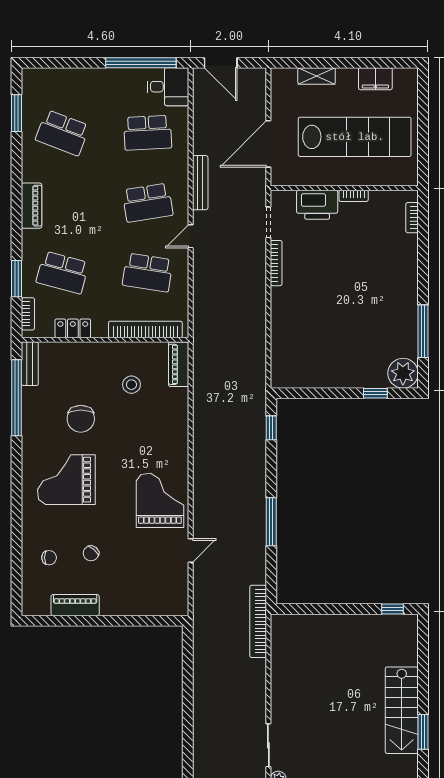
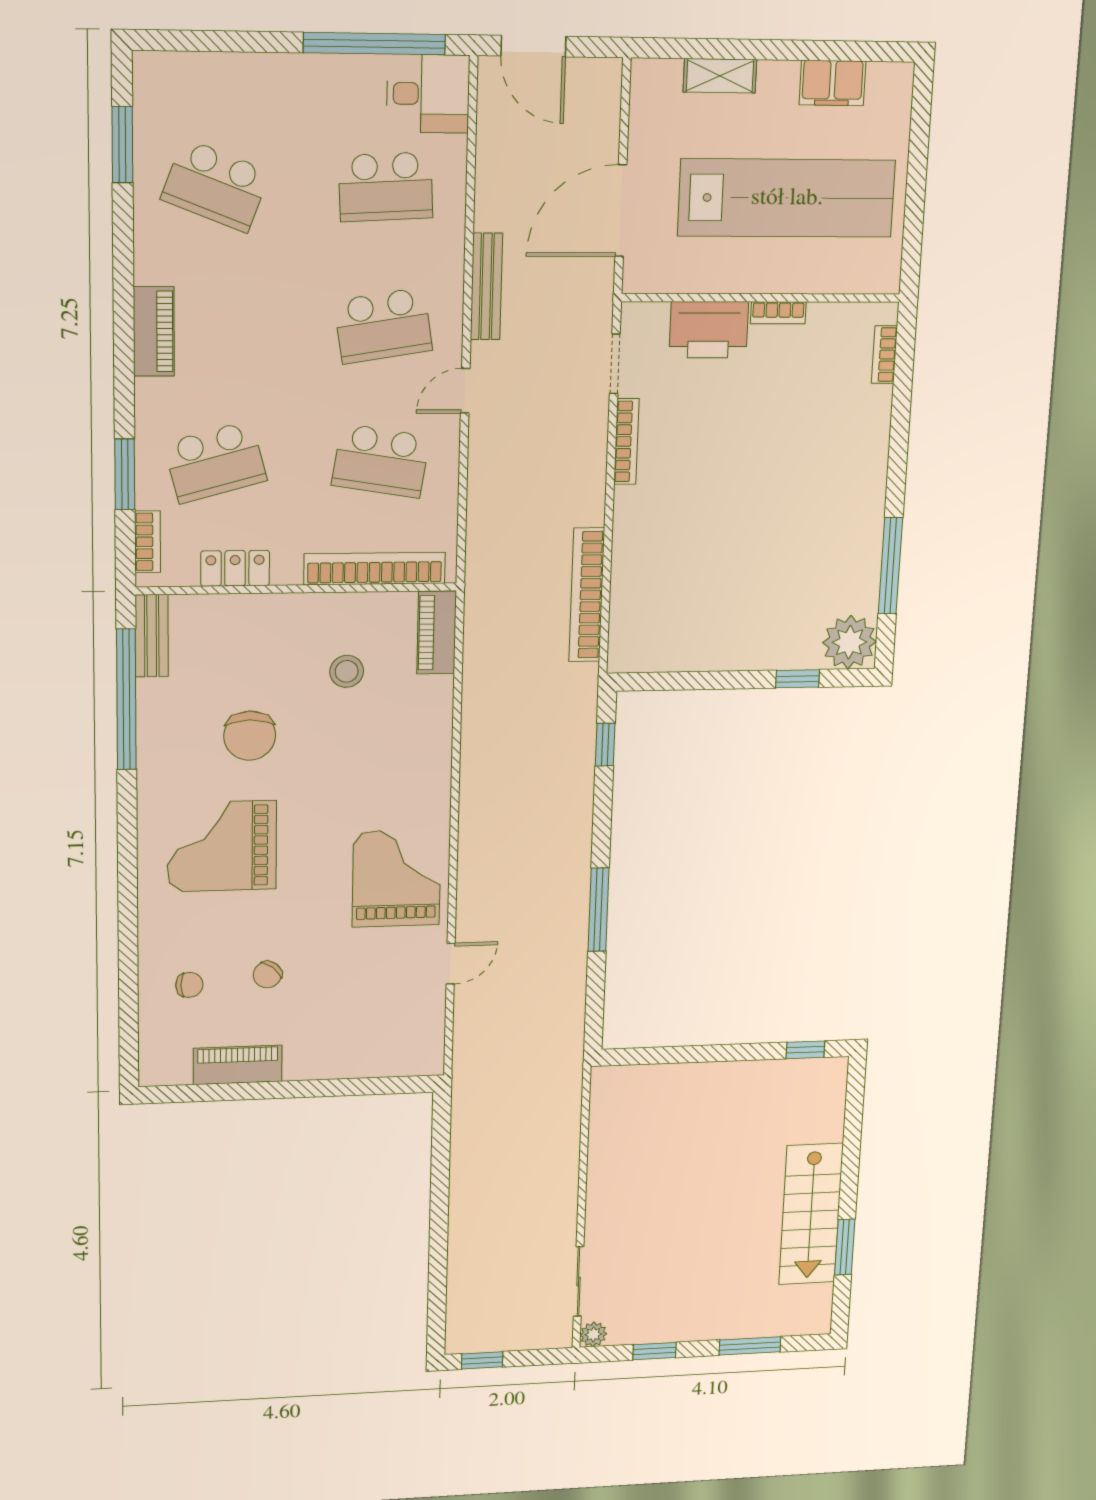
school desk: (62, 273) -> (215, 462), turned -30
bookcase: (258, 621) -> (587, 595), moved

